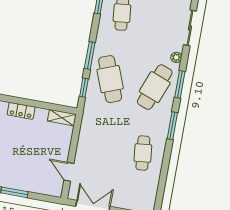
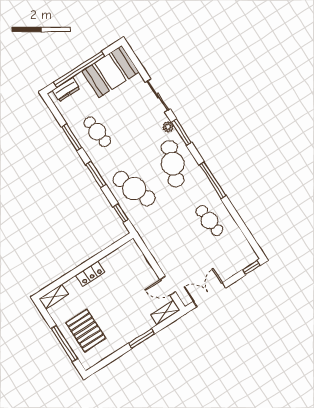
window: (90, 56) -> (96, 175), moved
window: (180, 84) -> (182, 132), moved
shelving: (62, 118) -> (165, 312), moved
window: (172, 126) -> (212, 180), width x1.44

